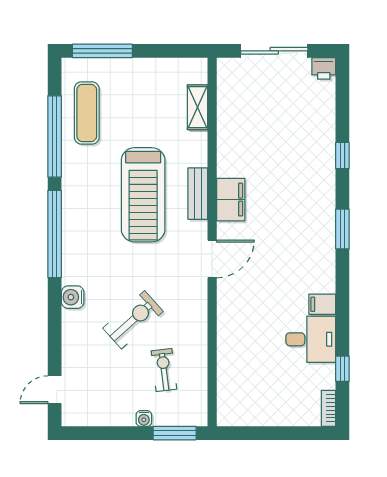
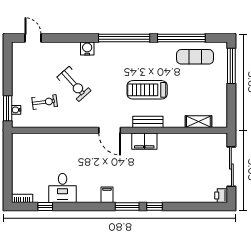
window: (342, 156) -> (154, 207), moved
treadmill: (143, 195) -> (147, 90), width x0.73, depth x0.73
filing cabinet: (322, 304) -> (107, 195), moved
water cooler: (144, 419) -> (16, 110), moved

